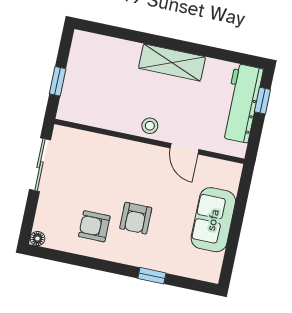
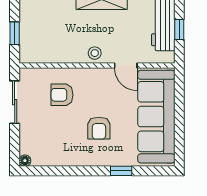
window: (262, 101) -> (179, 30), moved
sofa: (213, 220) -> (156, 117), width x1.85, depth x1.27
armchair: (94, 226) -> (62, 95), moved

